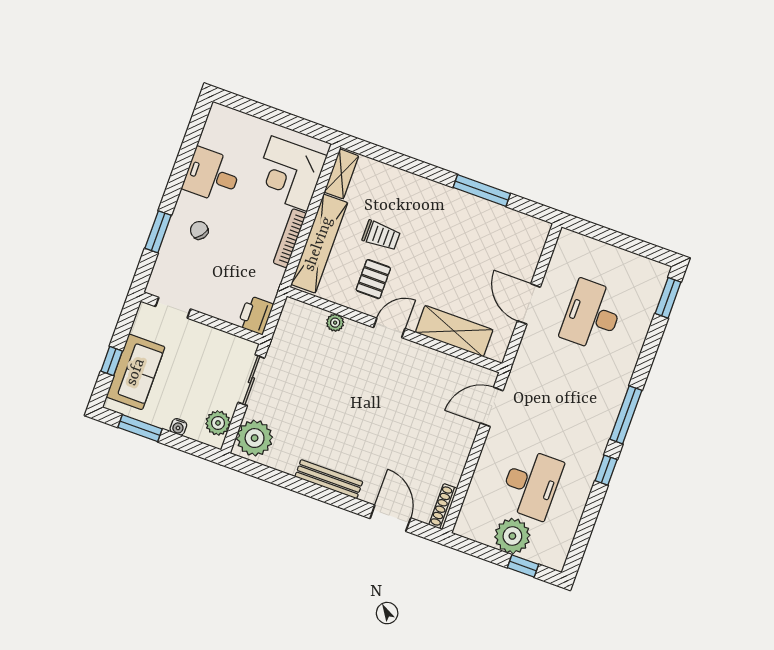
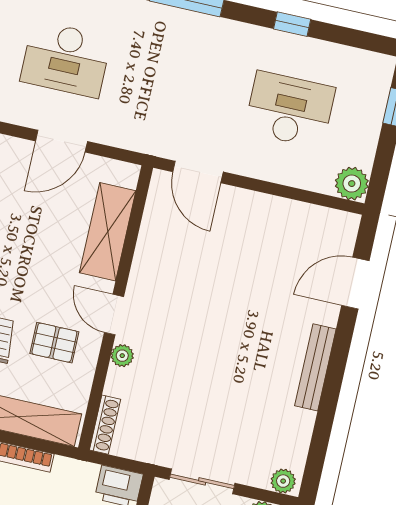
plant: (335, 323) -> (122, 356), moved
plant: (255, 438) -> (283, 481), width x0.53, depth x0.53
window: (606, 470) -> (292, 24), moved
shoe rack: (443, 507) -> (105, 425), moved, turned -90
plant: (512, 536) -> (352, 184), moved, width x0.73, depth x0.73

